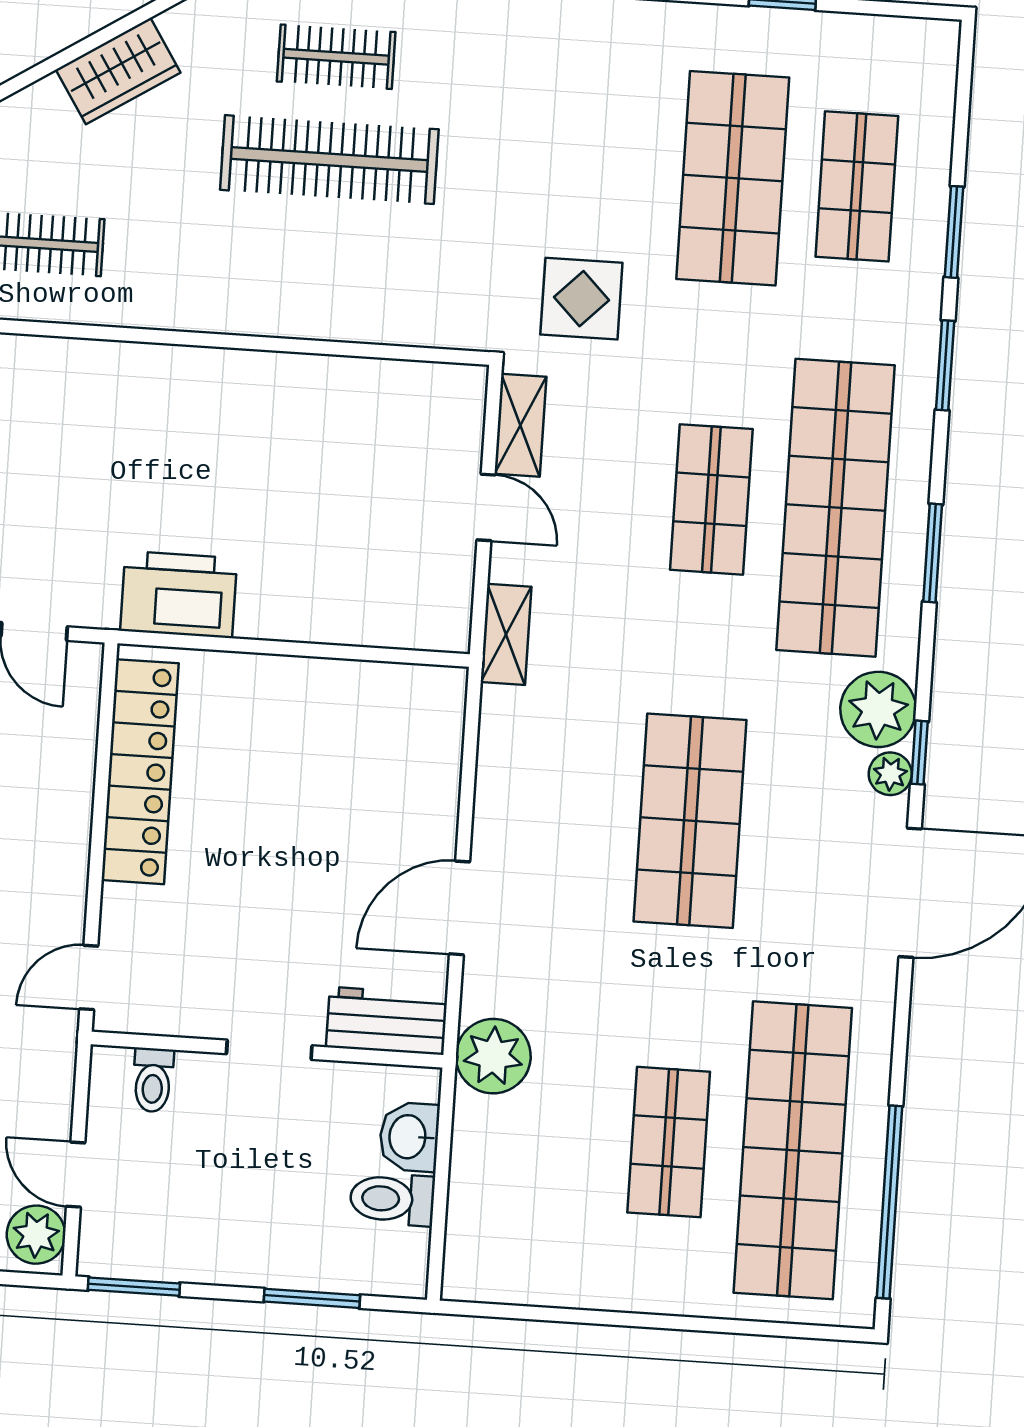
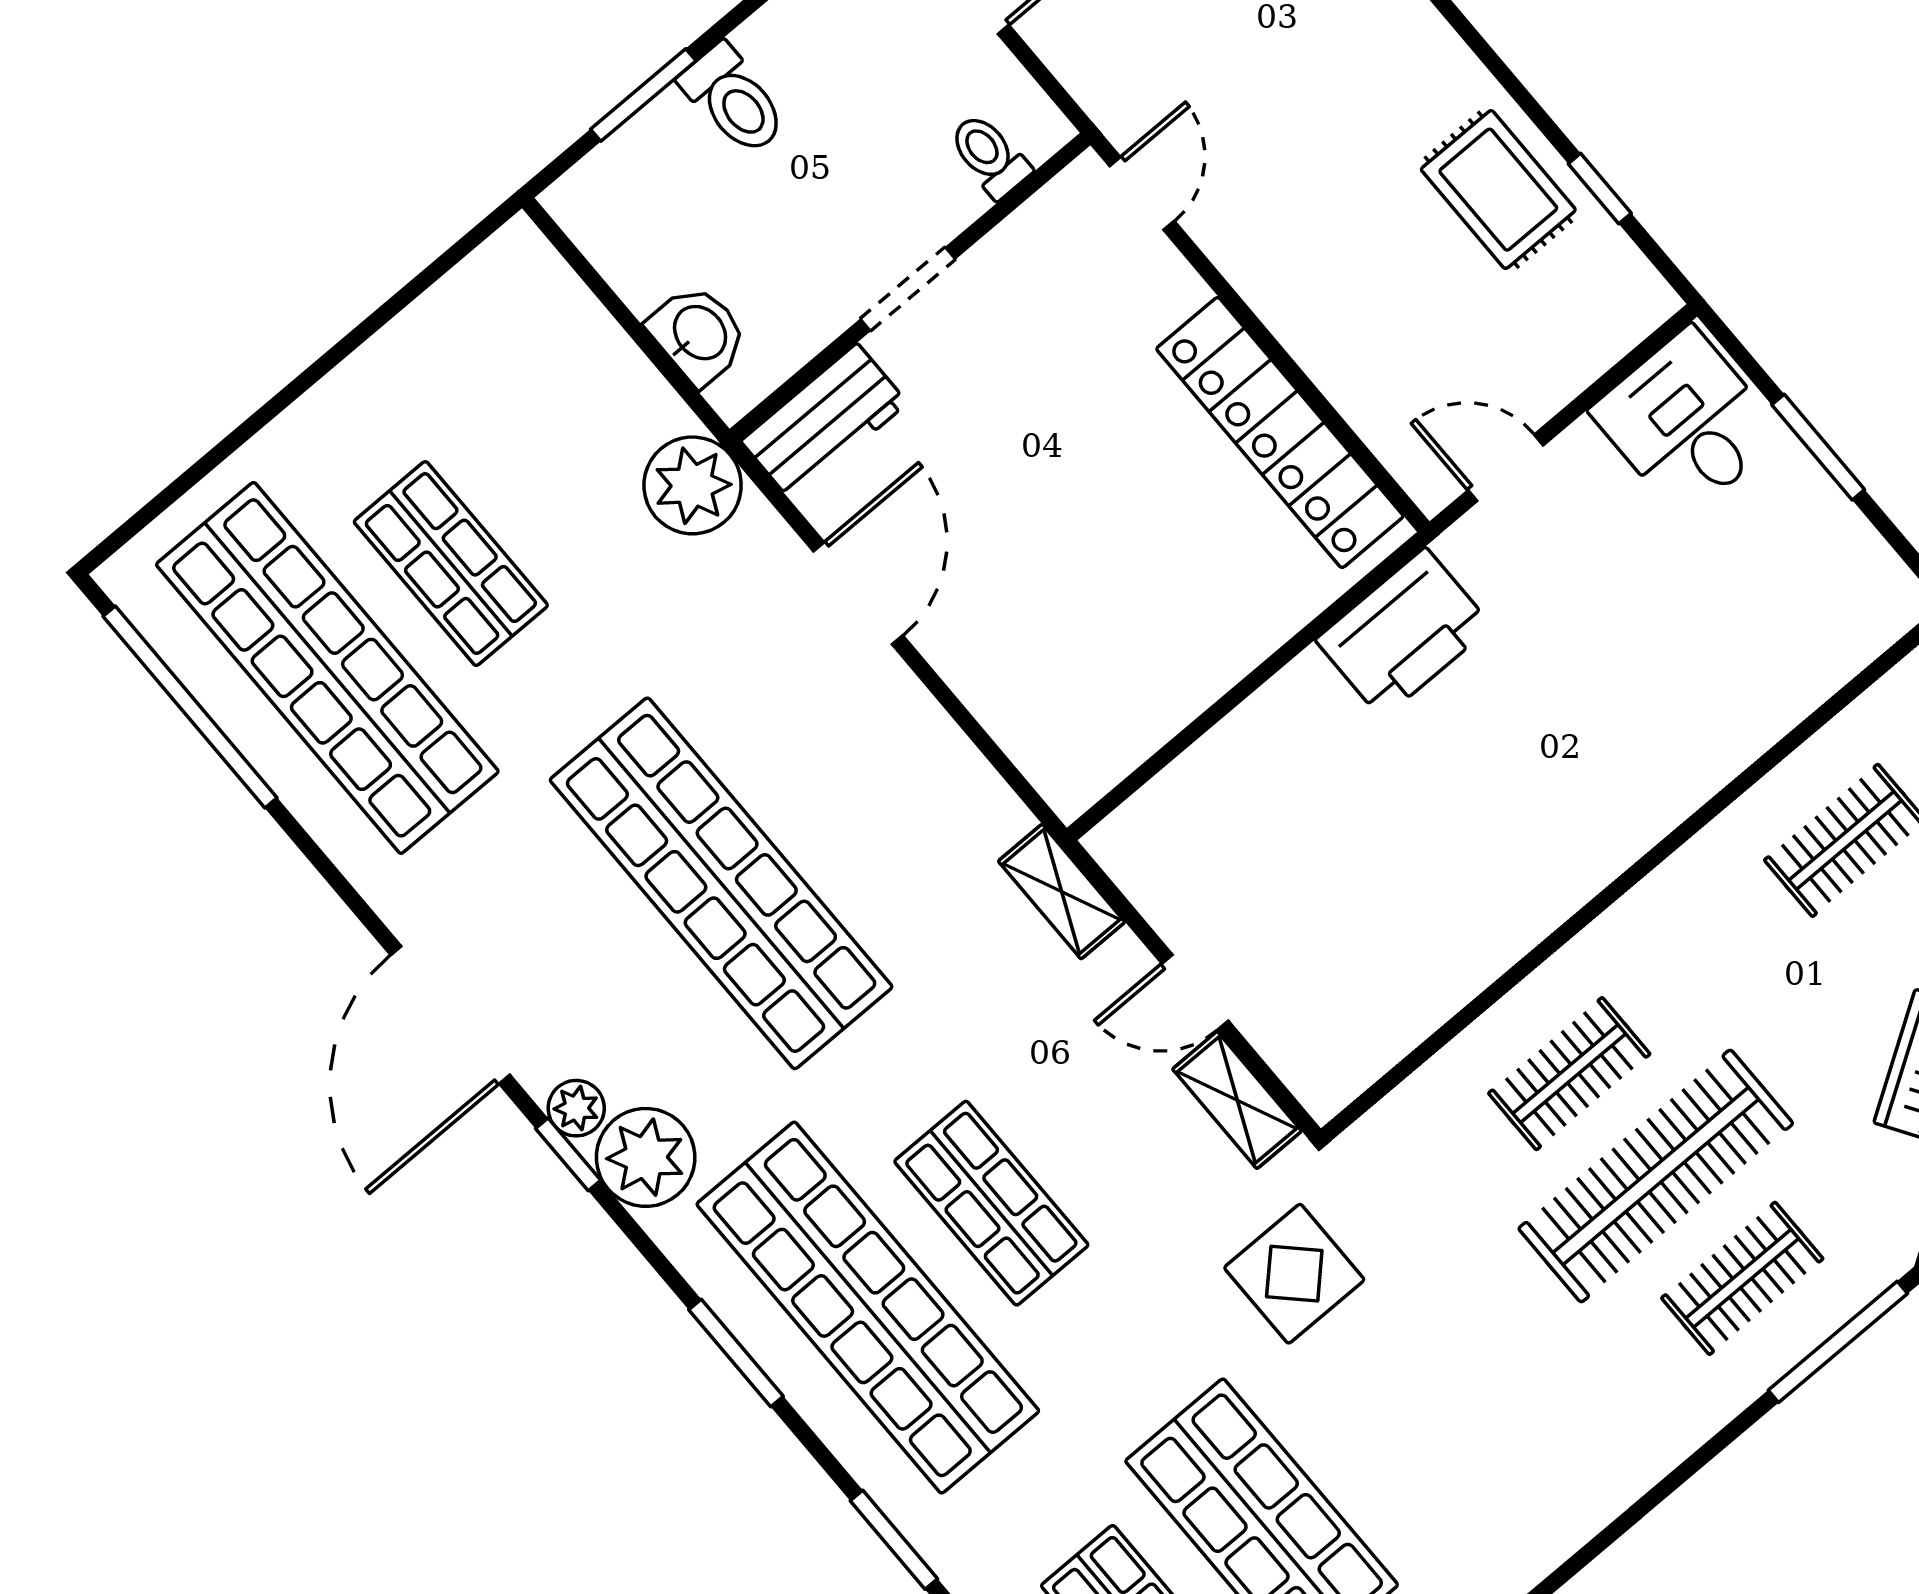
clothes rail: (322, 262) -> (1569, 1074), added
shop shelf: (690, 821) -> (721, 883), width x1.40
toilet: (392, 1199) -> (734, 100), moved, turned 90

